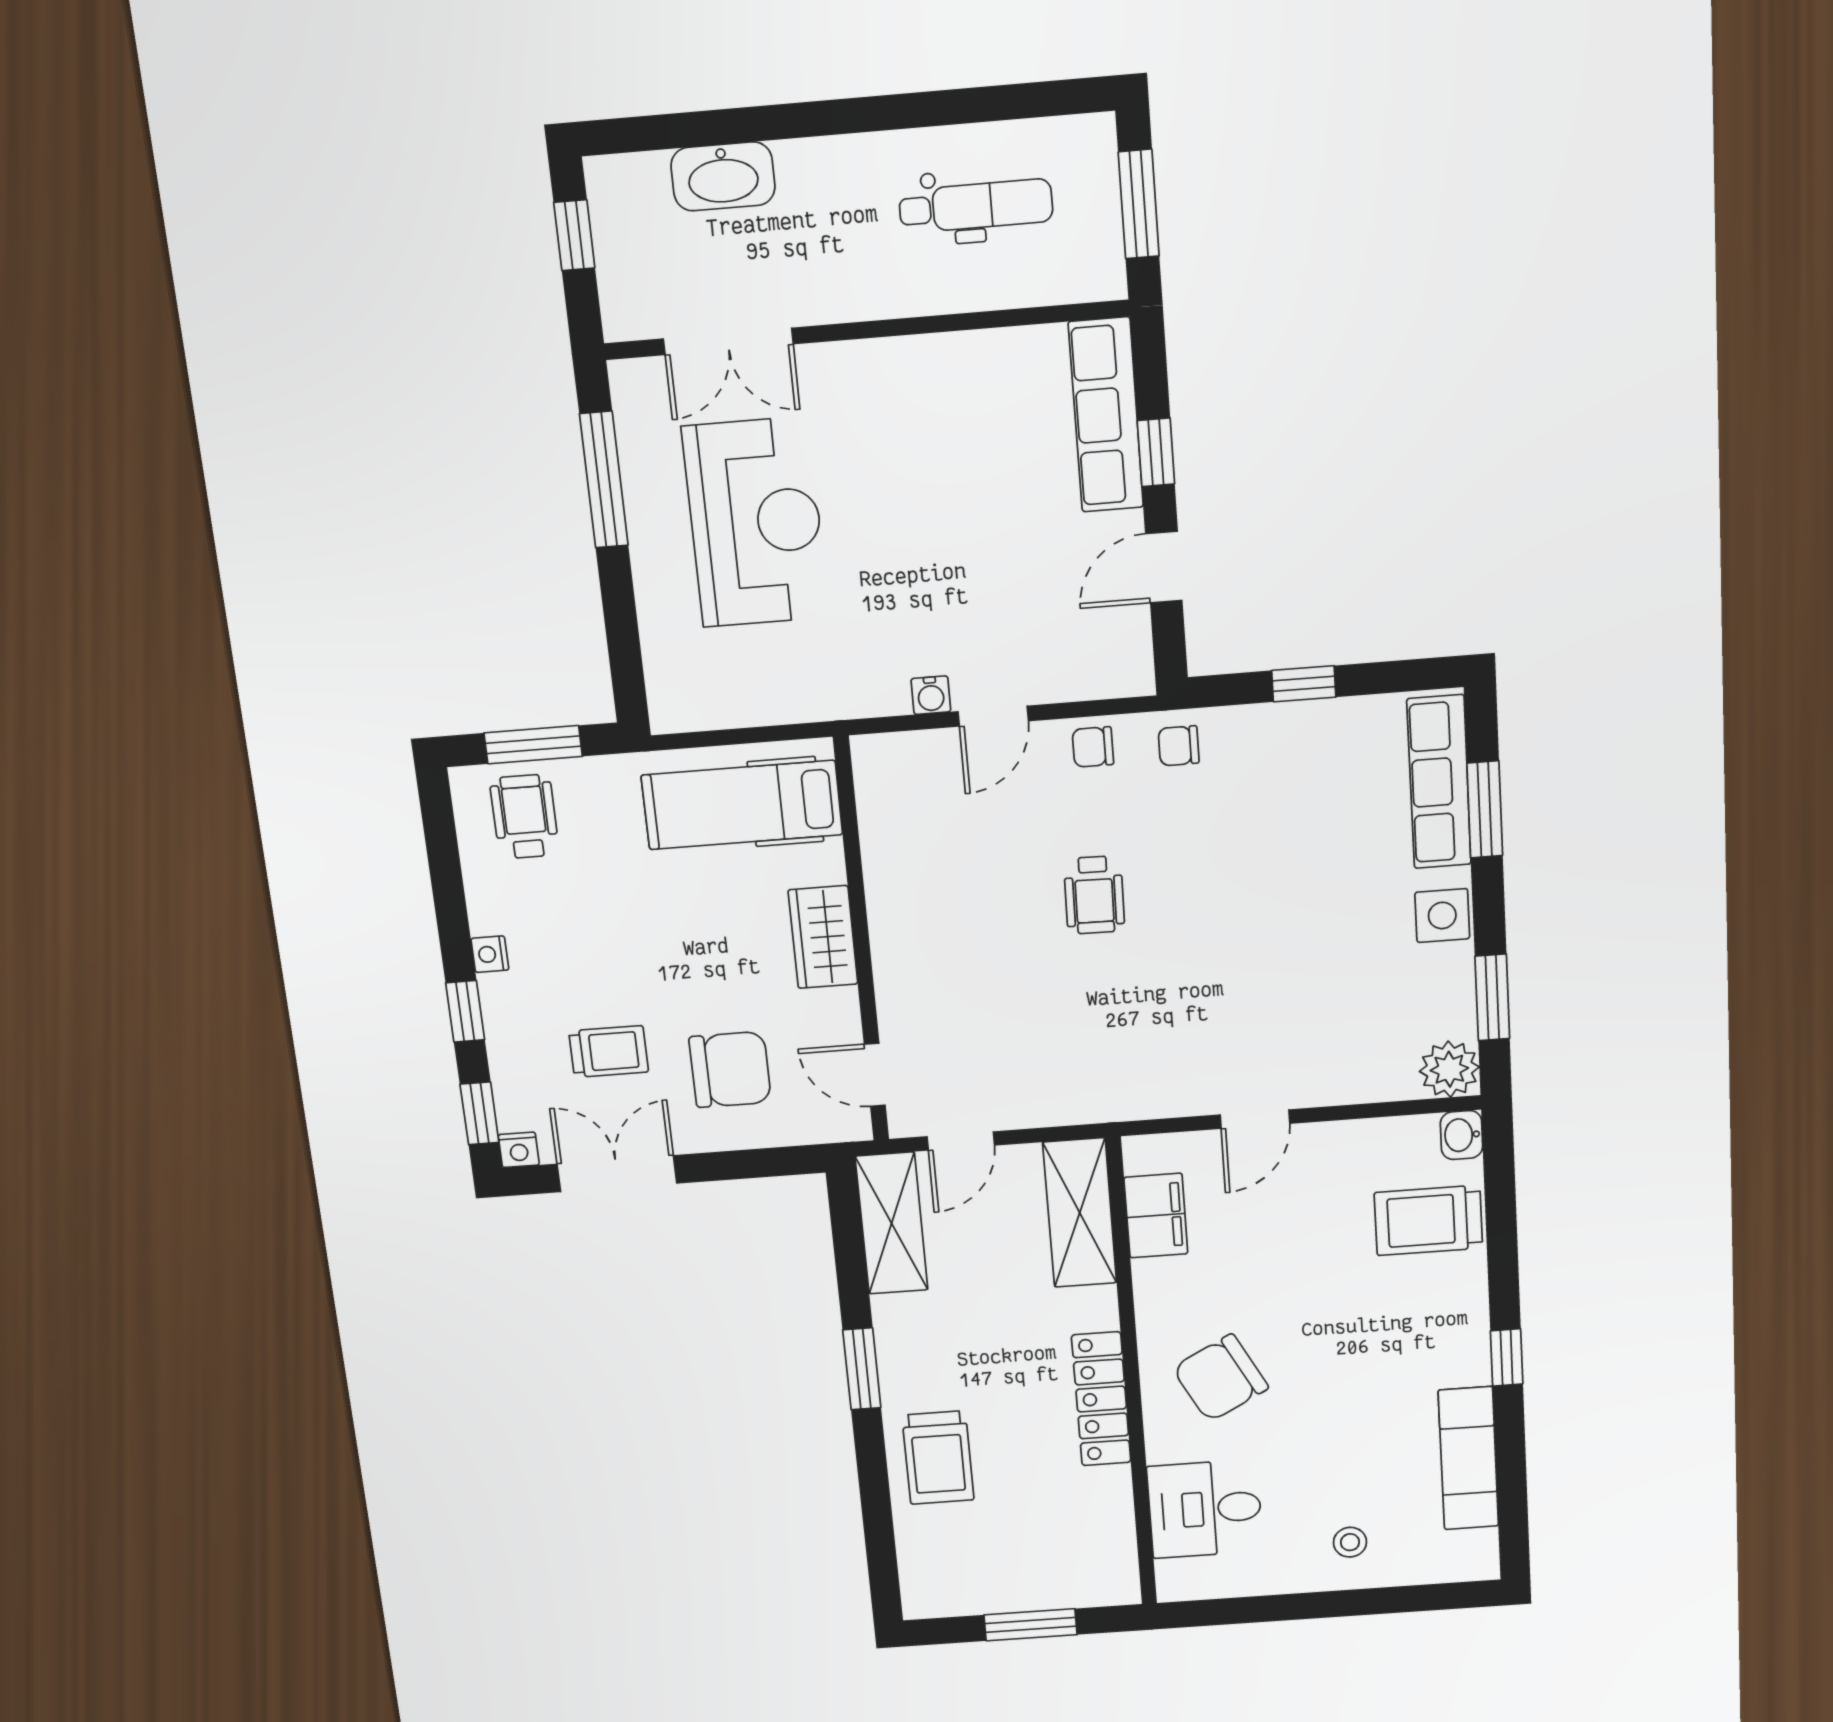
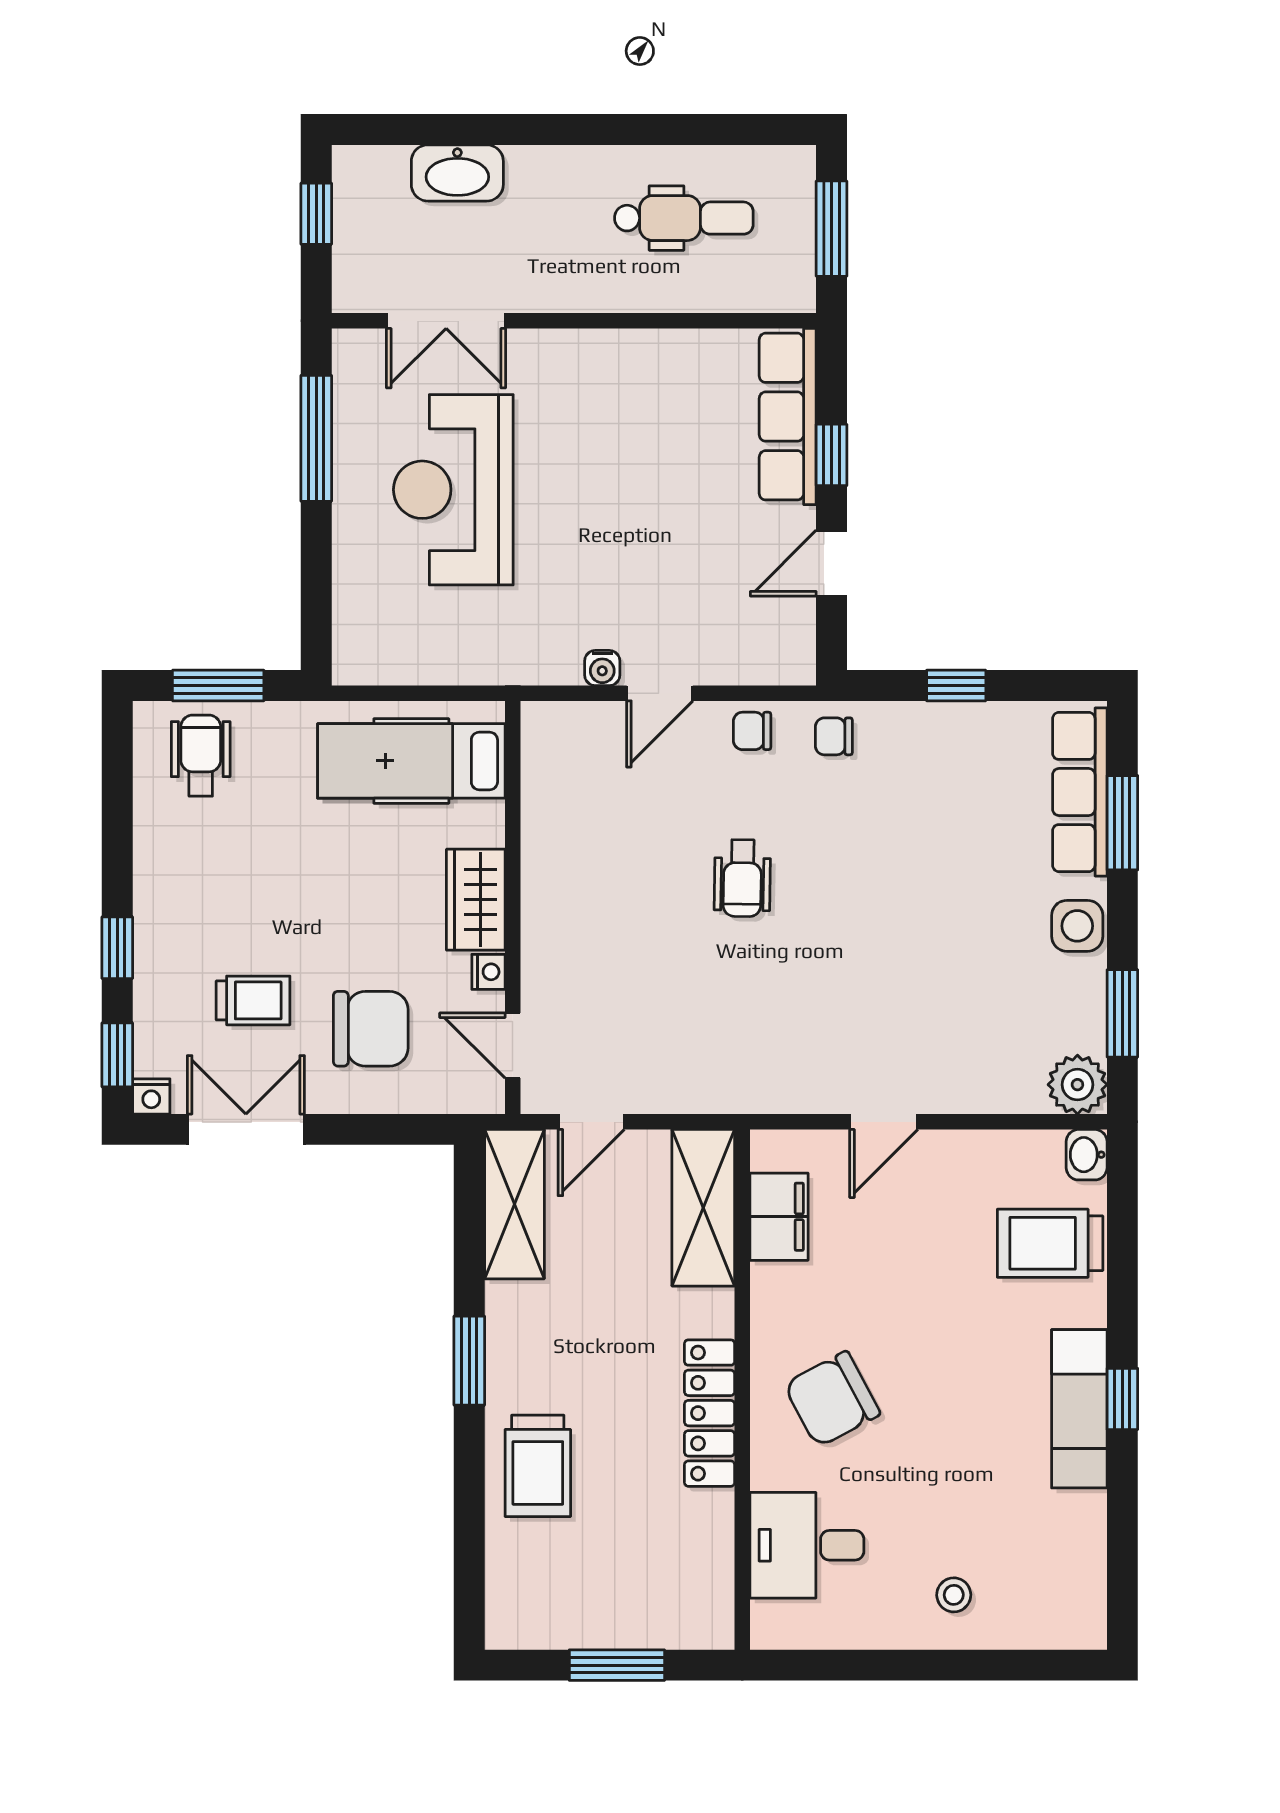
reception desk: (756, 522) -> (453, 490), turned 180
nightstand: (490, 954) -> (488, 972), moved, turned 180
exam couch: (1468, 1458) -> (1079, 1409), moved

